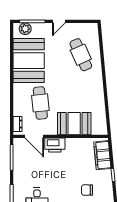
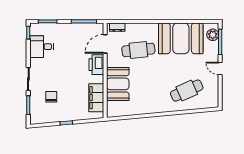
filing cabinet: (102, 155) -> (96, 98), moved, turned -85

